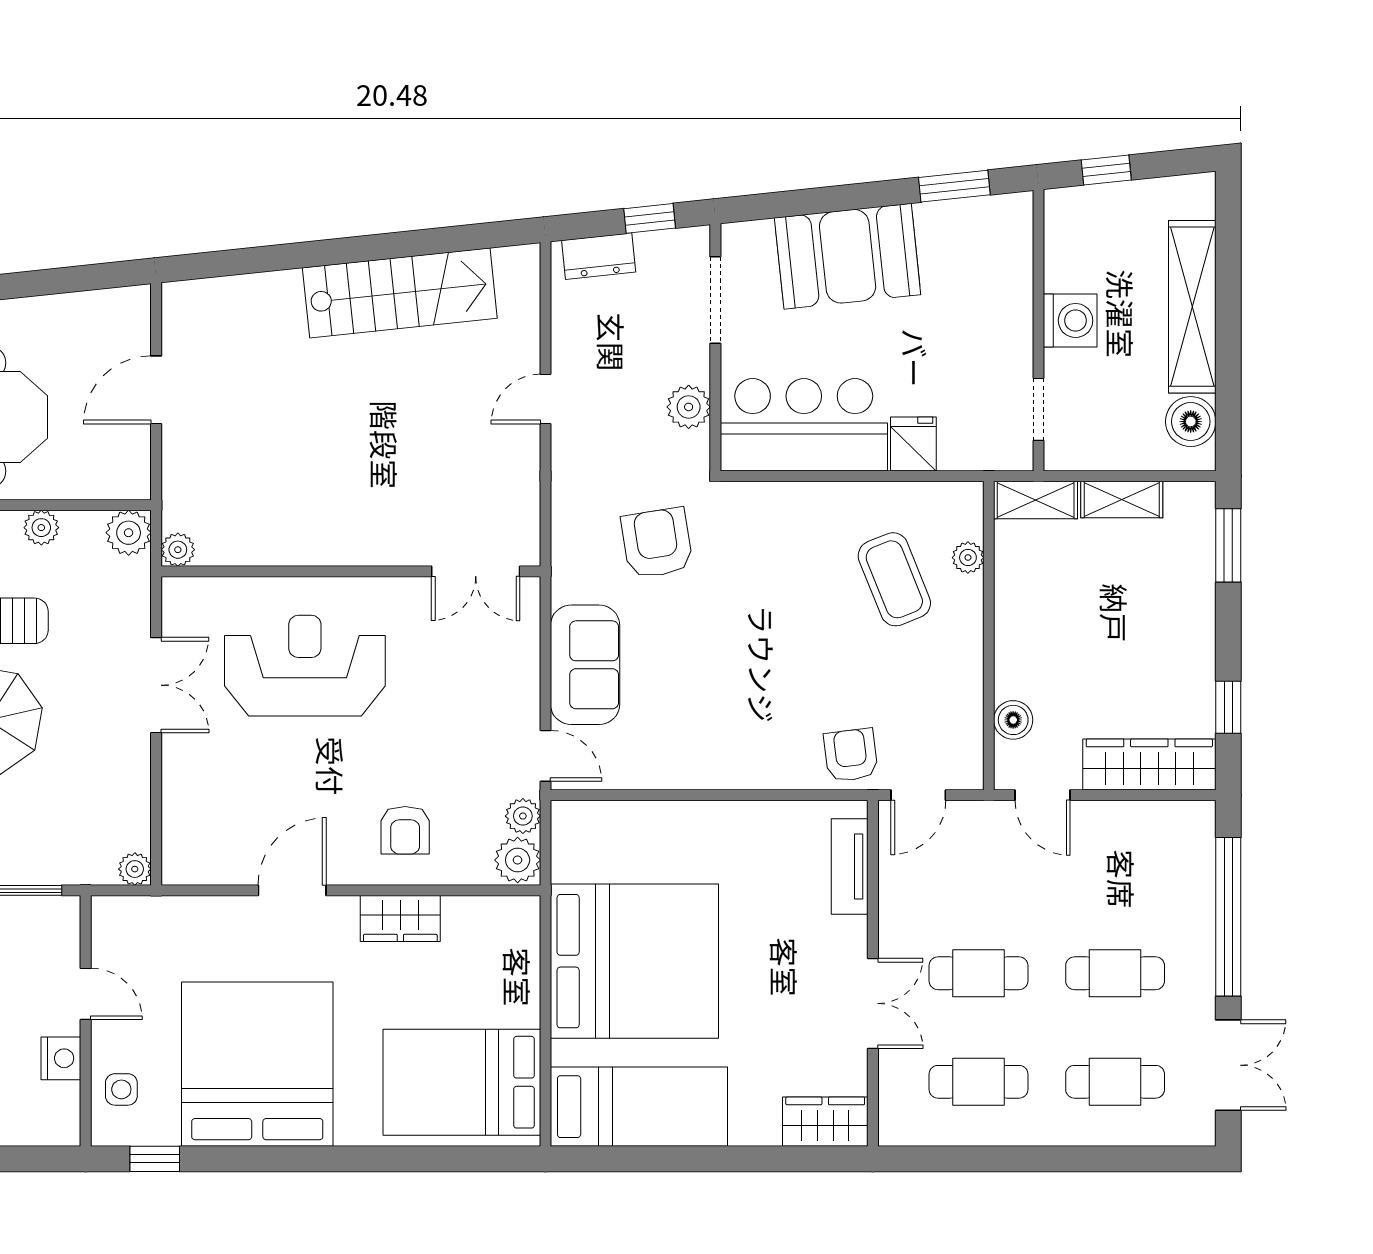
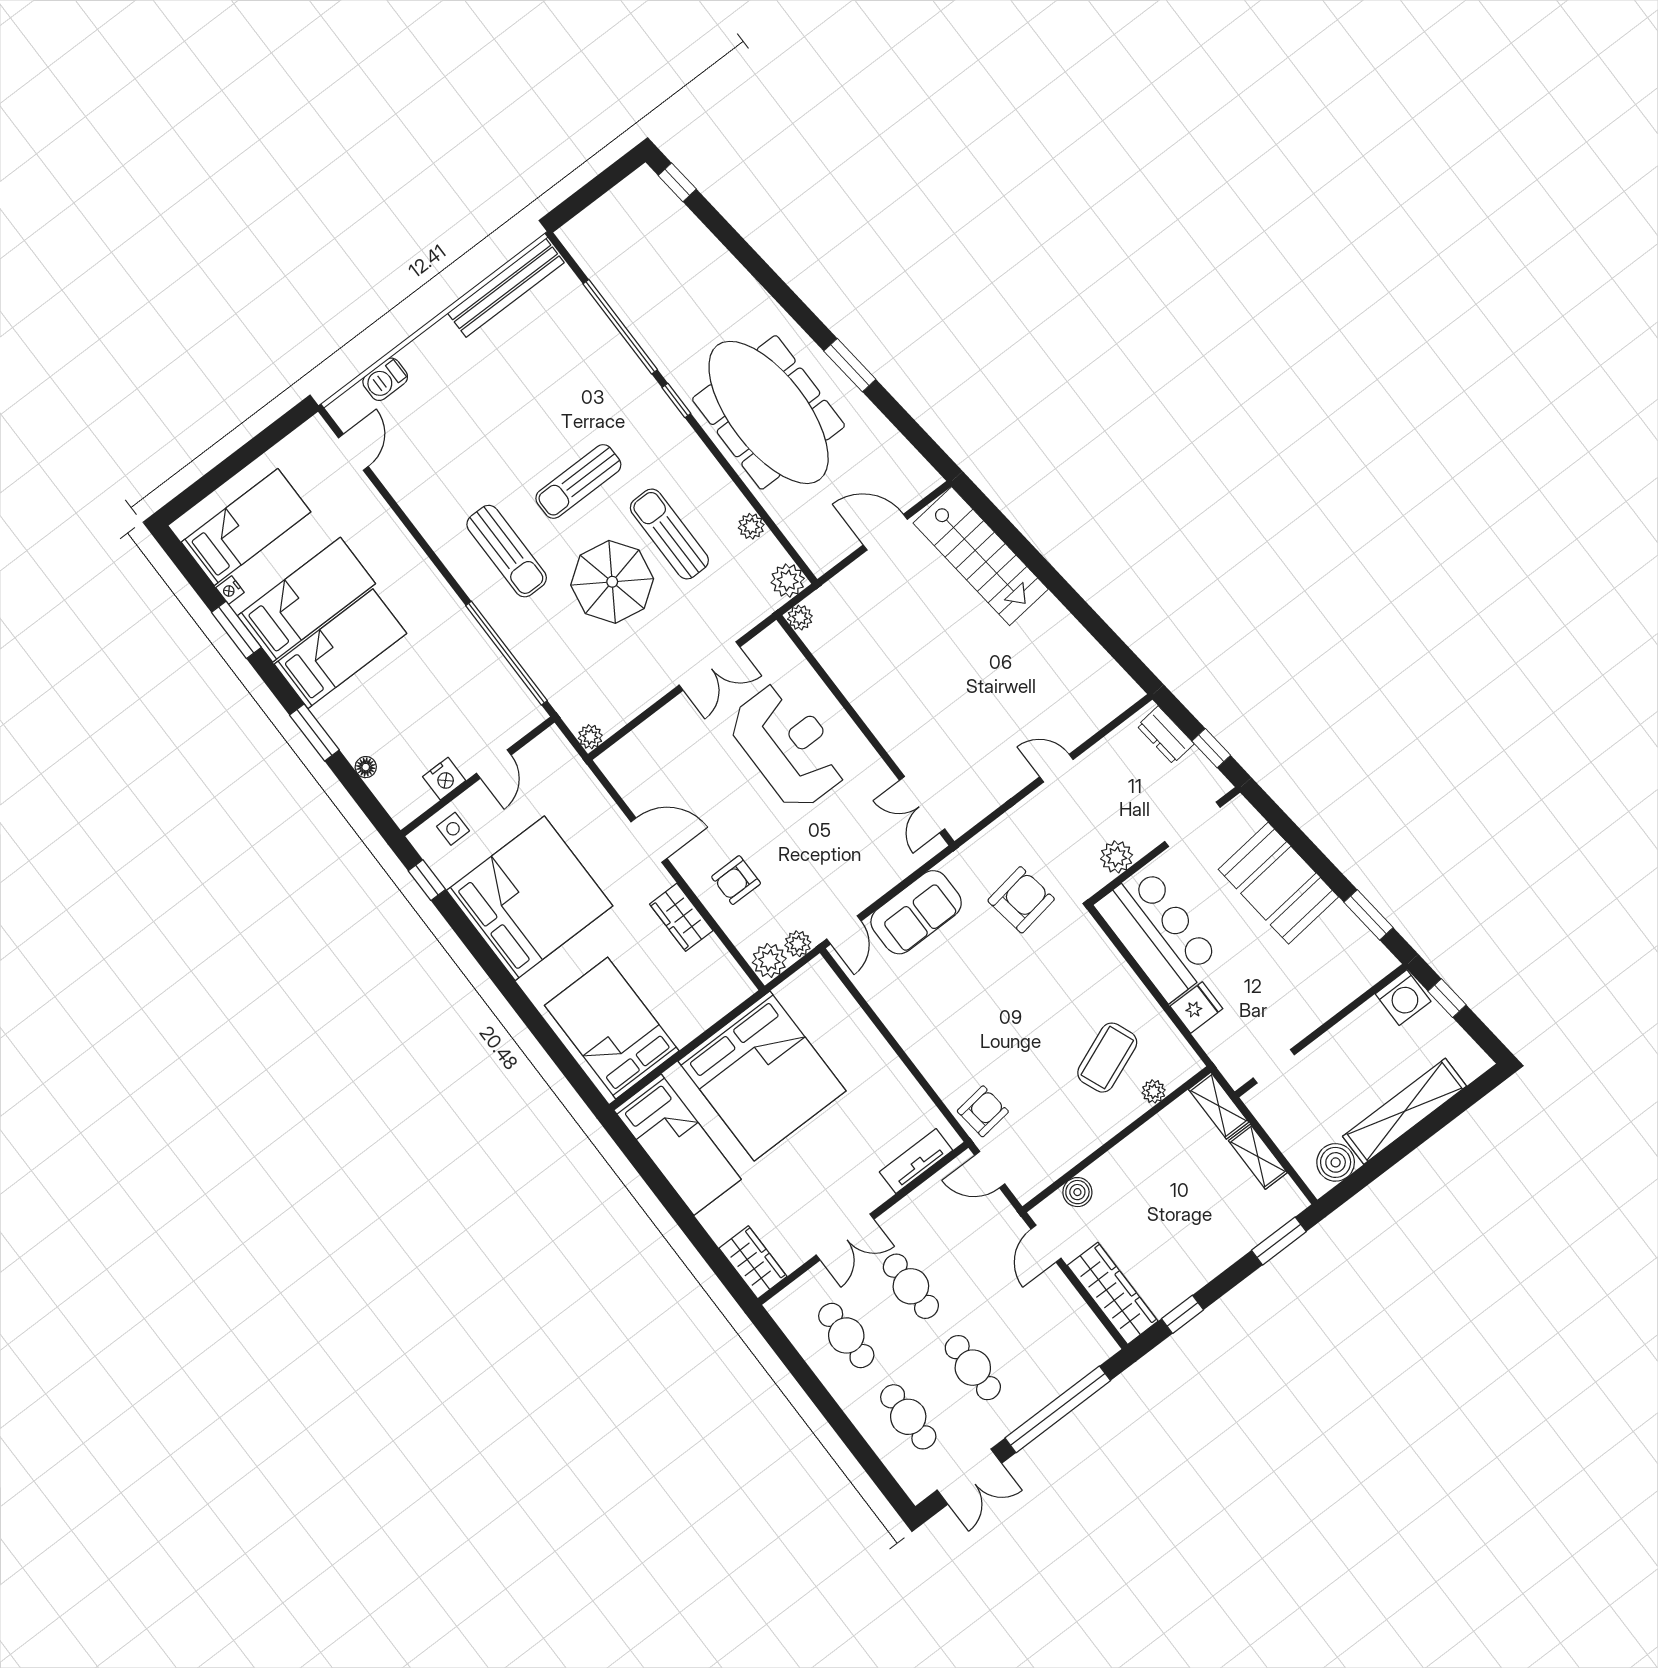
stairs: (400, 293) -> (981, 556), moved
washing machine: (1070, 320) -> (1403, 998), moved

